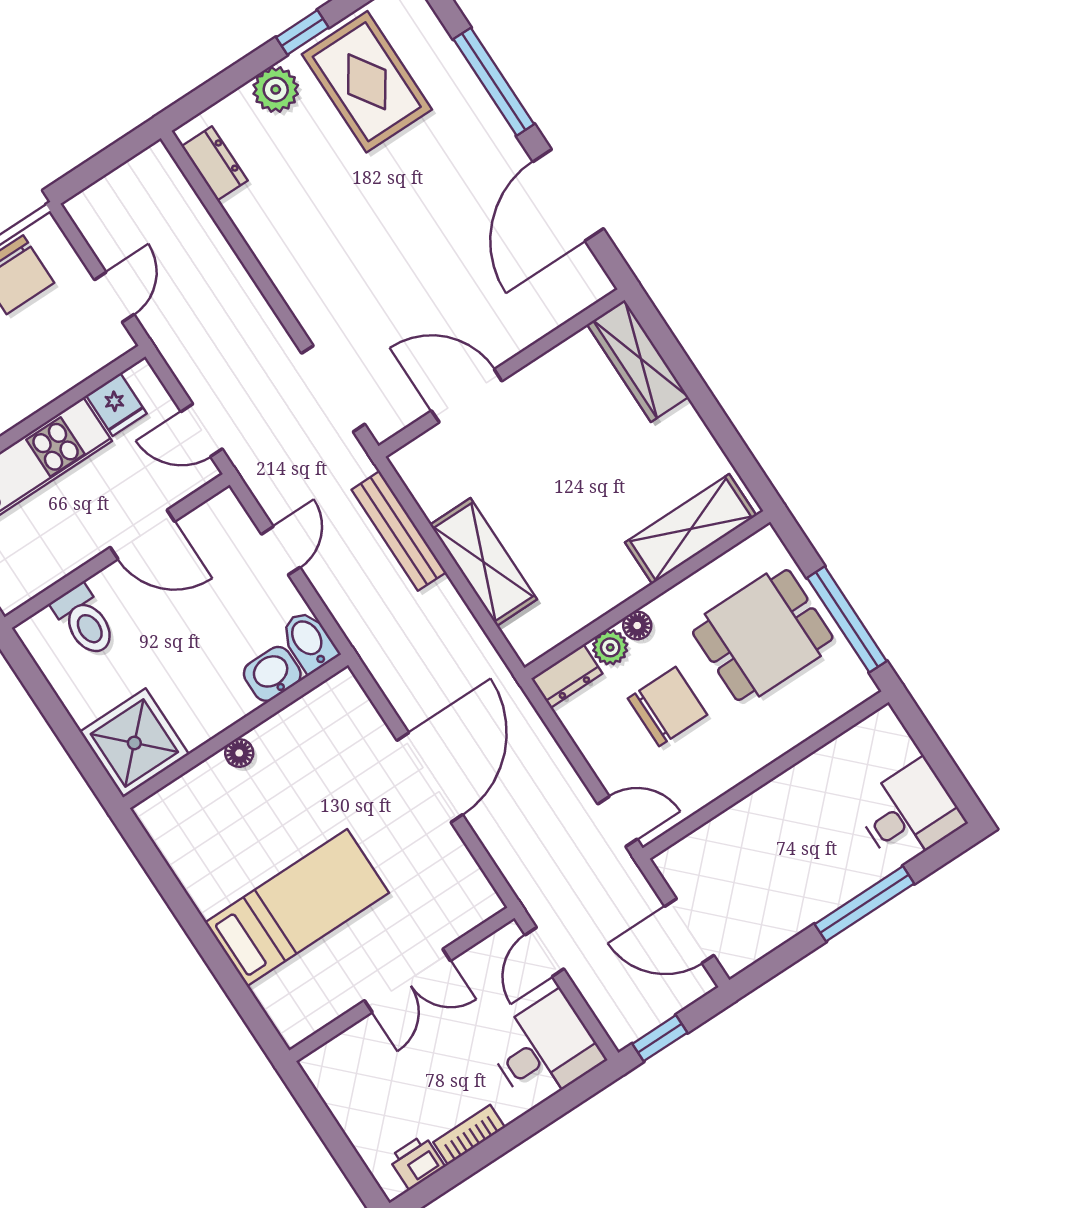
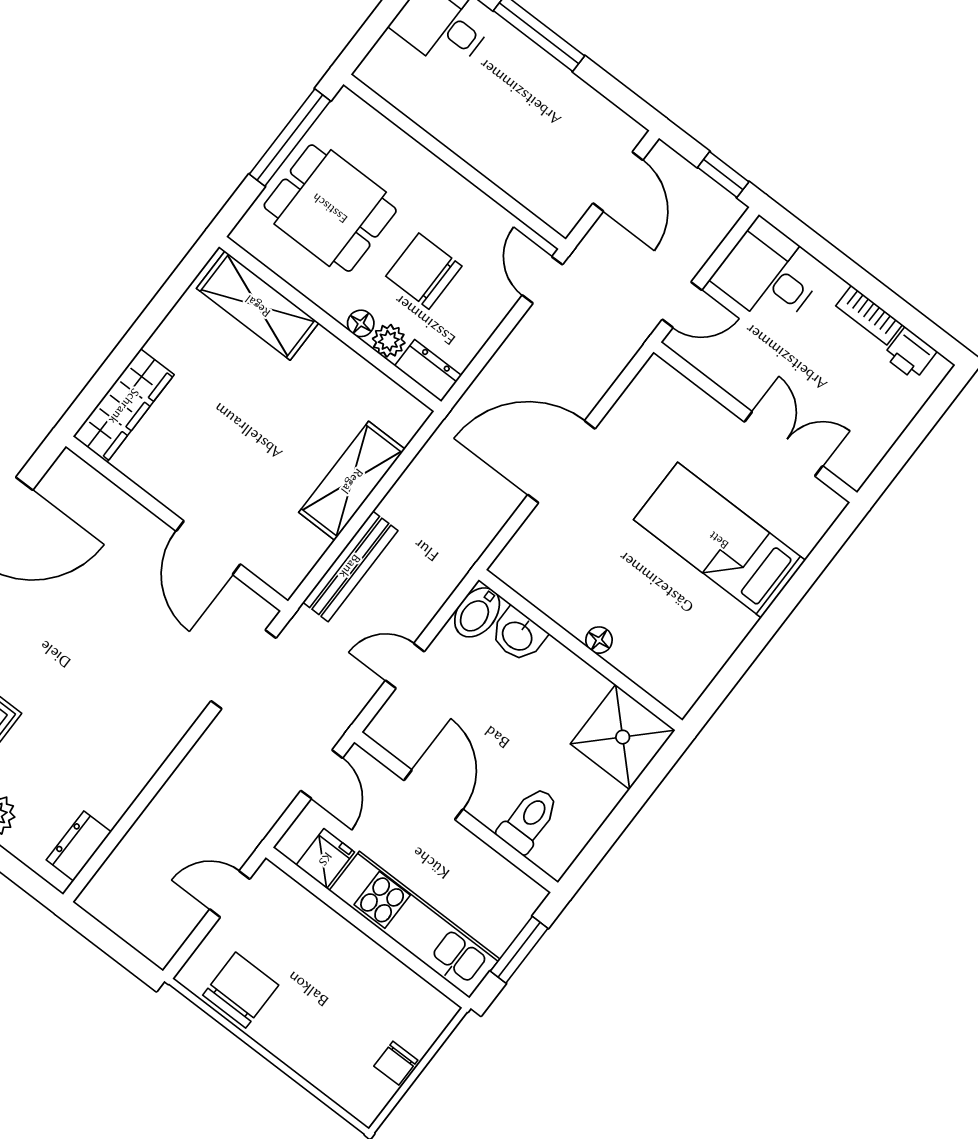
double door: (407, 981) -> (783, 444), moved

